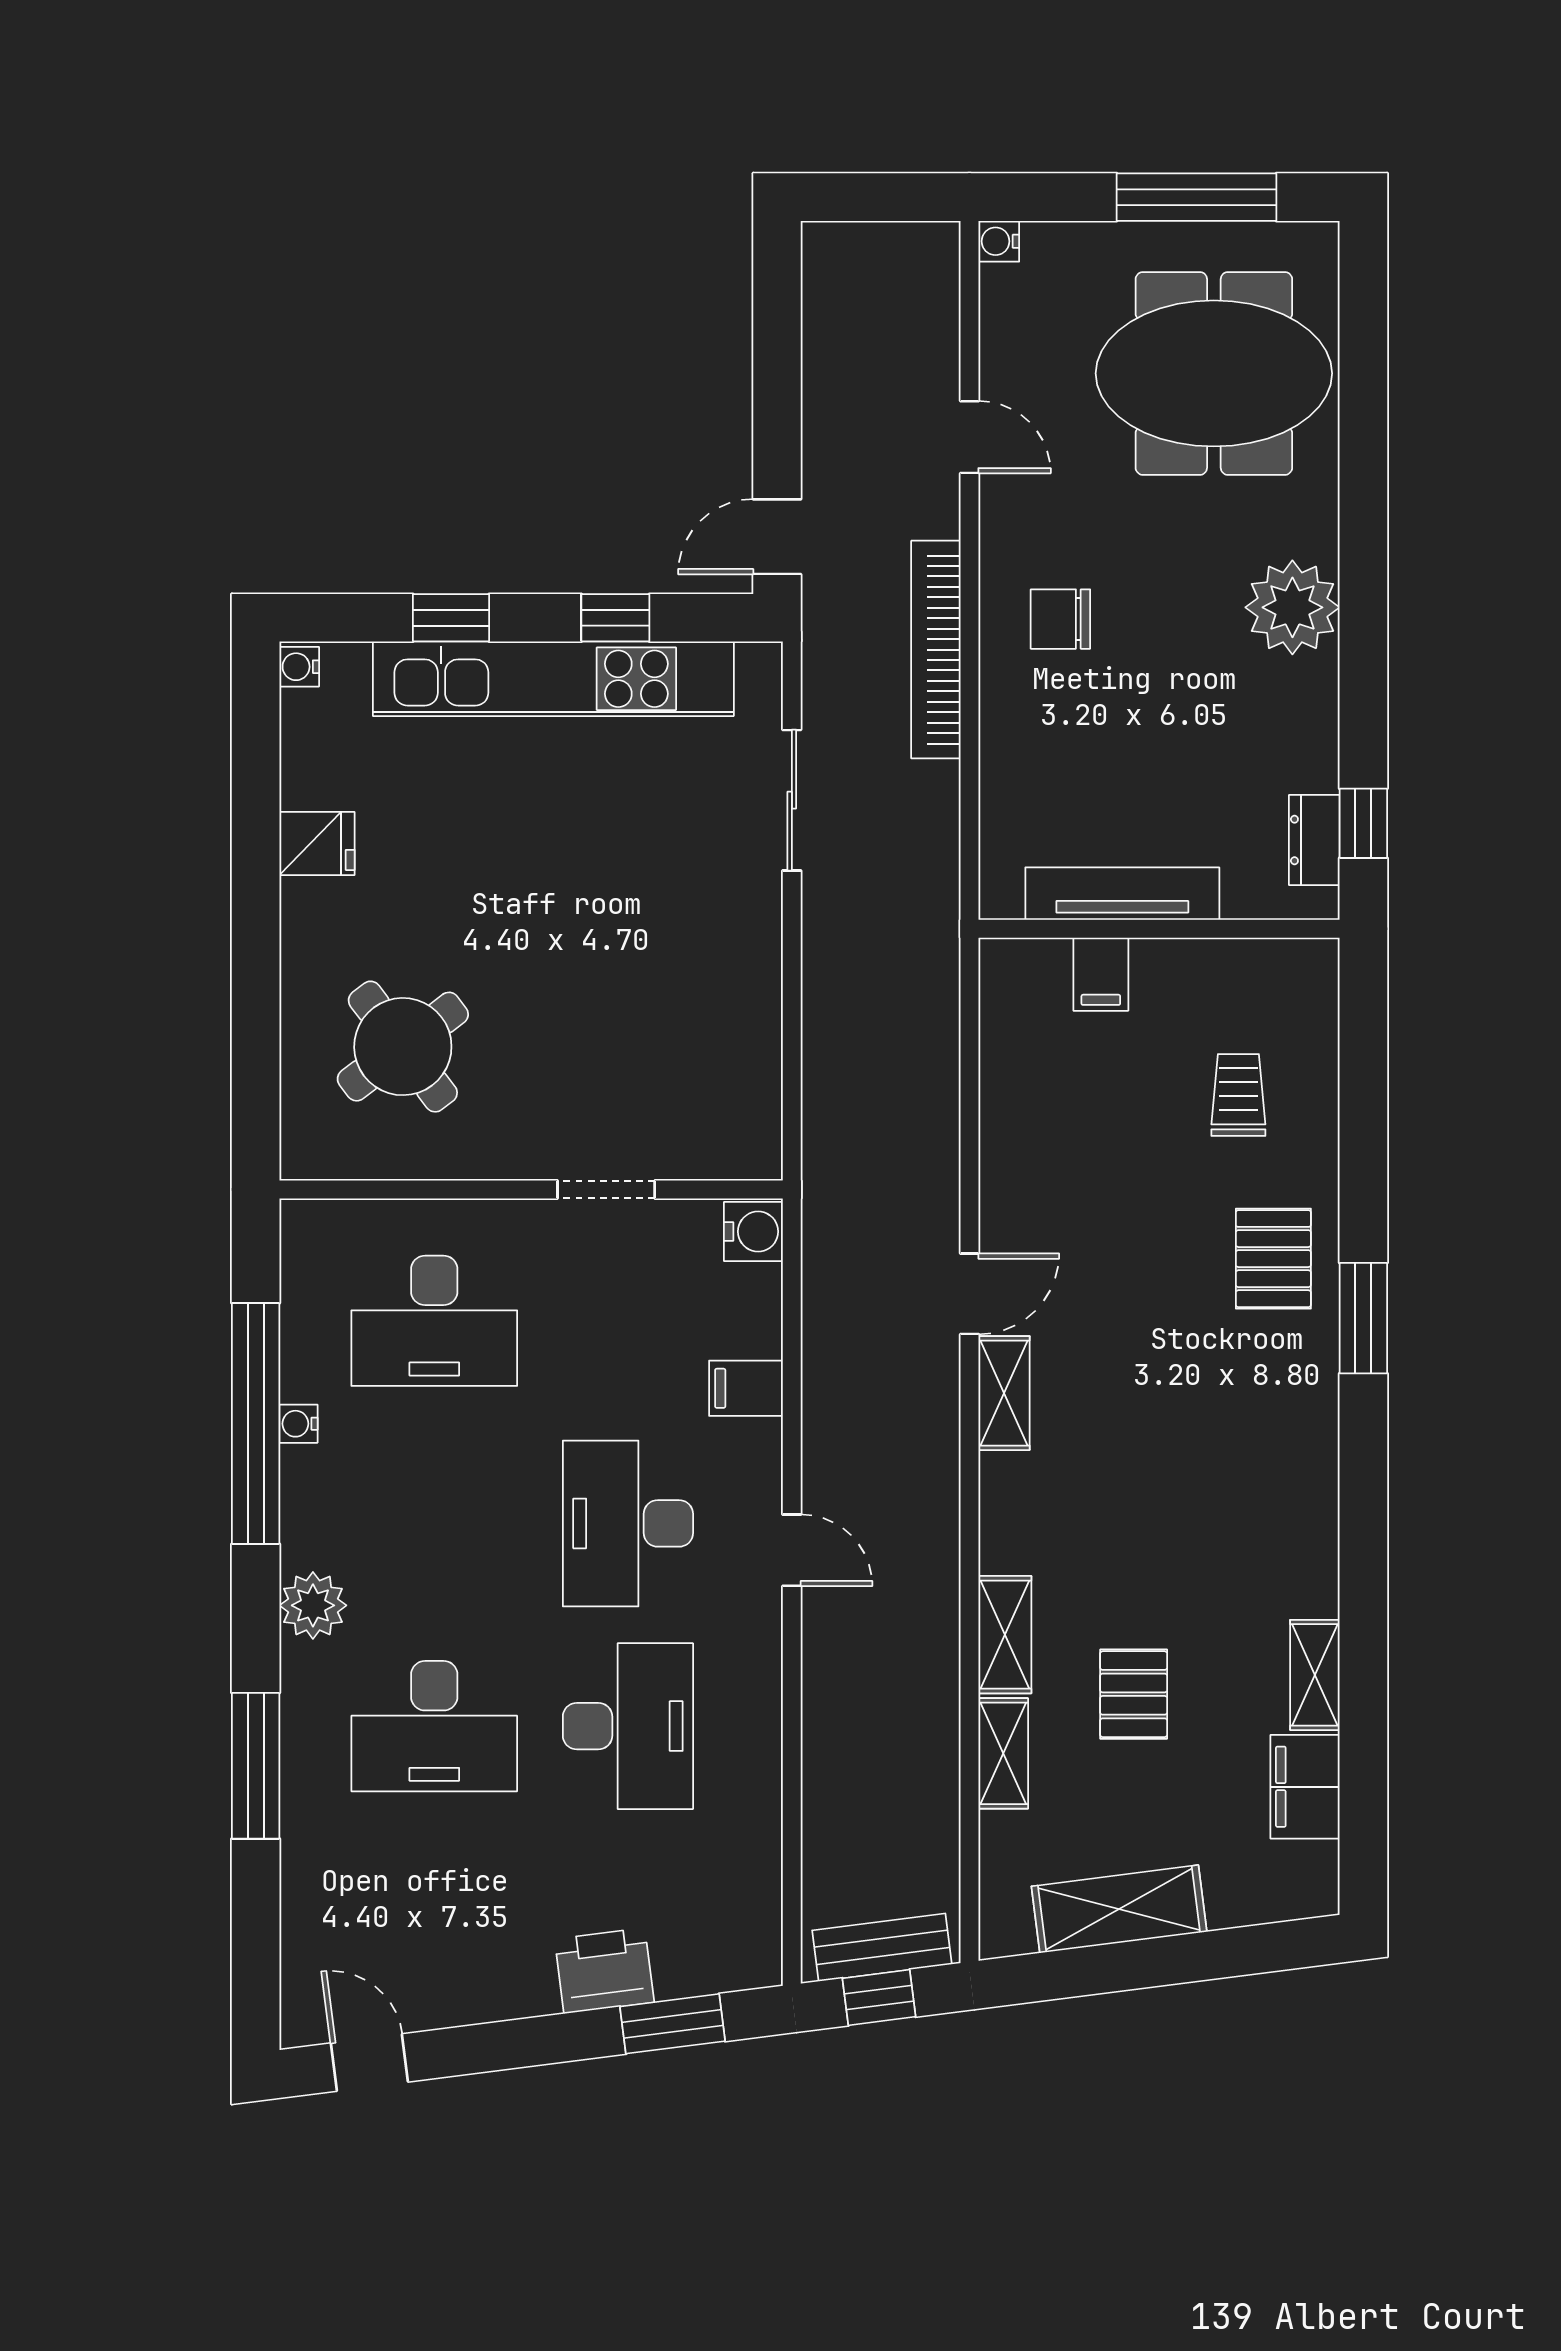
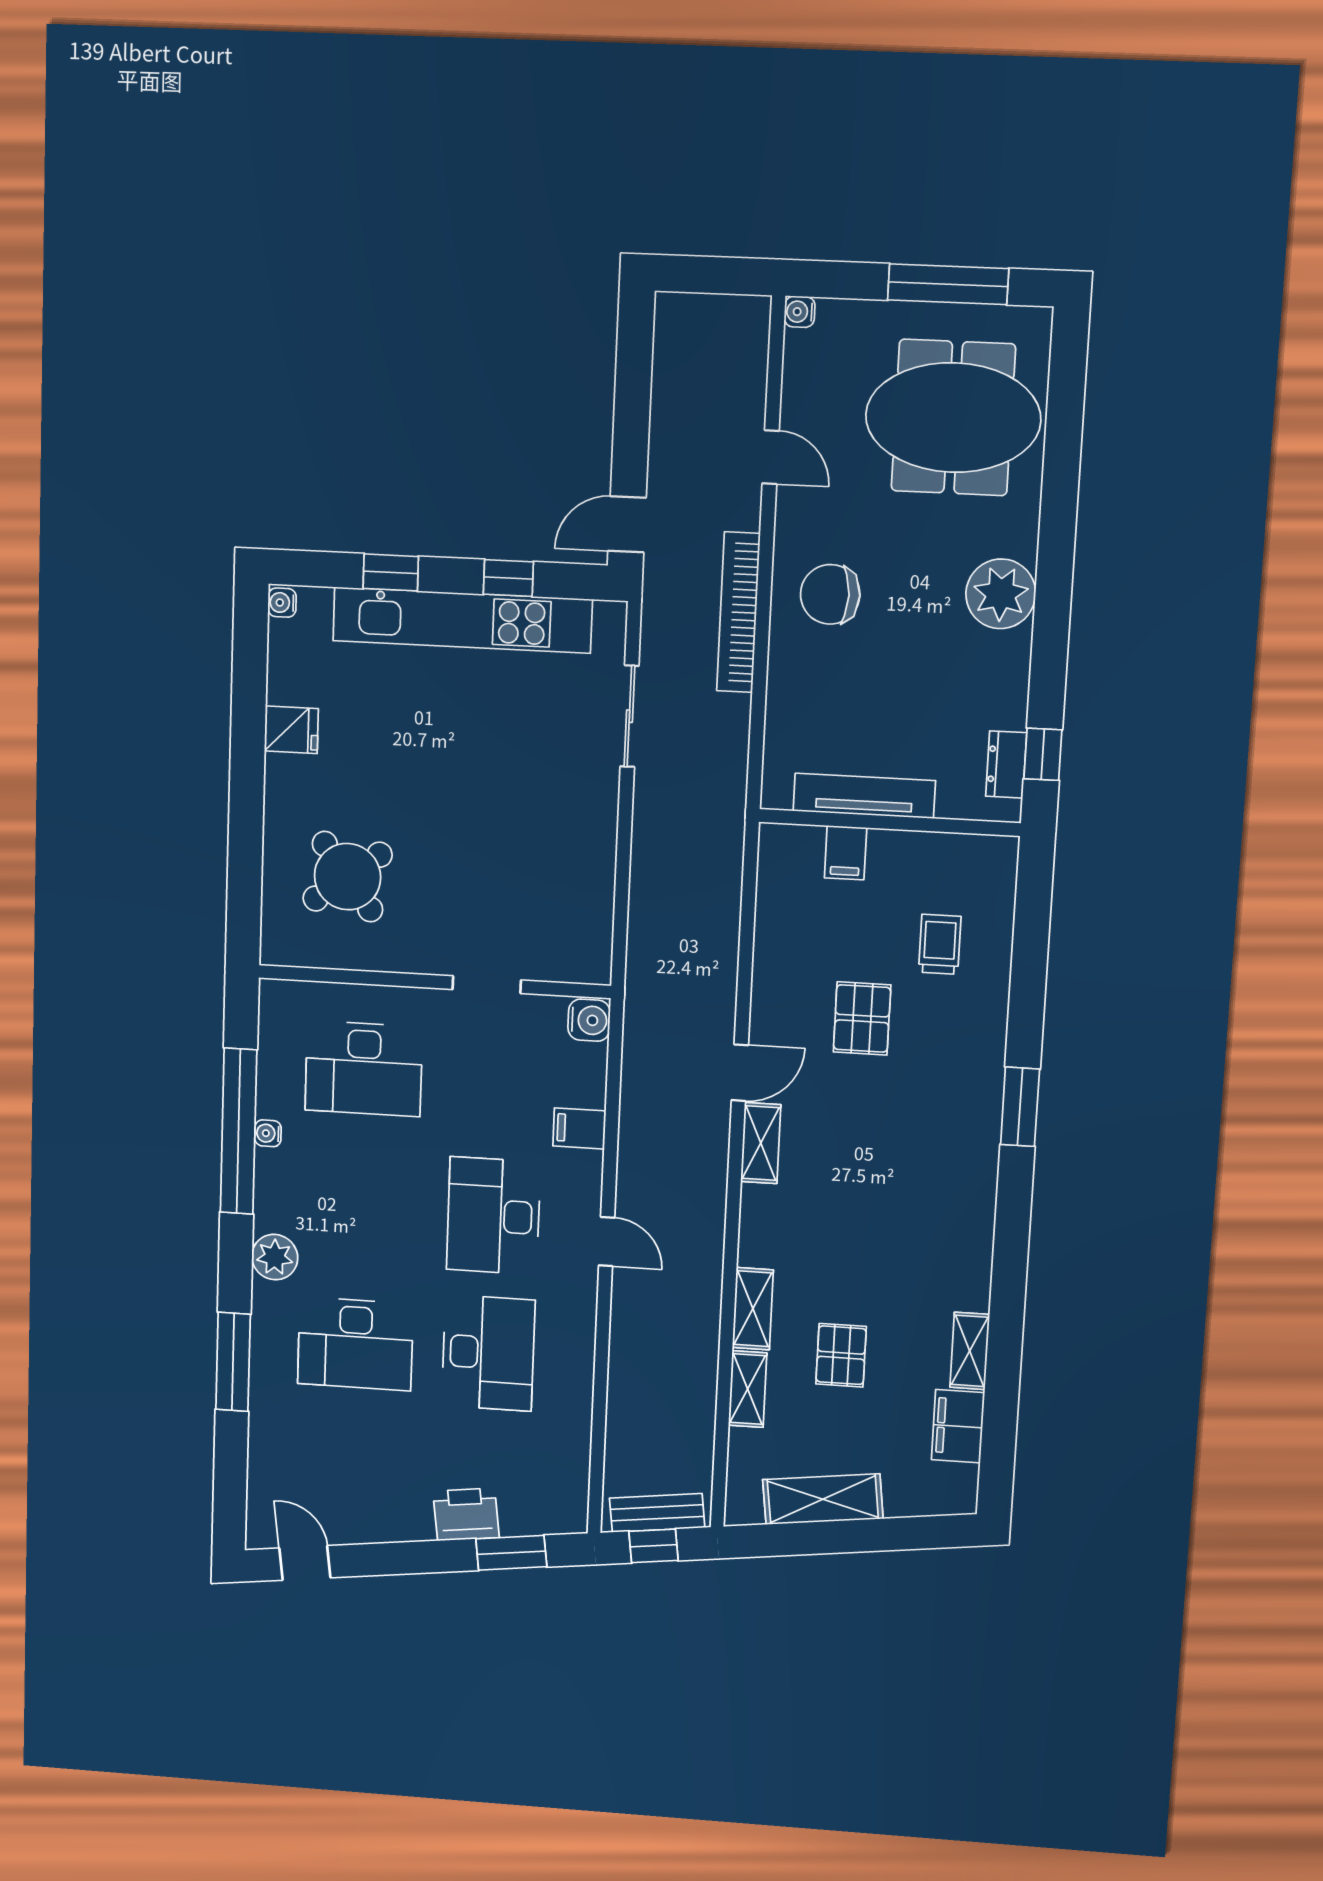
chair: (1060, 619) -> (830, 594), width x1.37, depth x1.37
pallet: (1273, 1259) -> (862, 1018), moved

